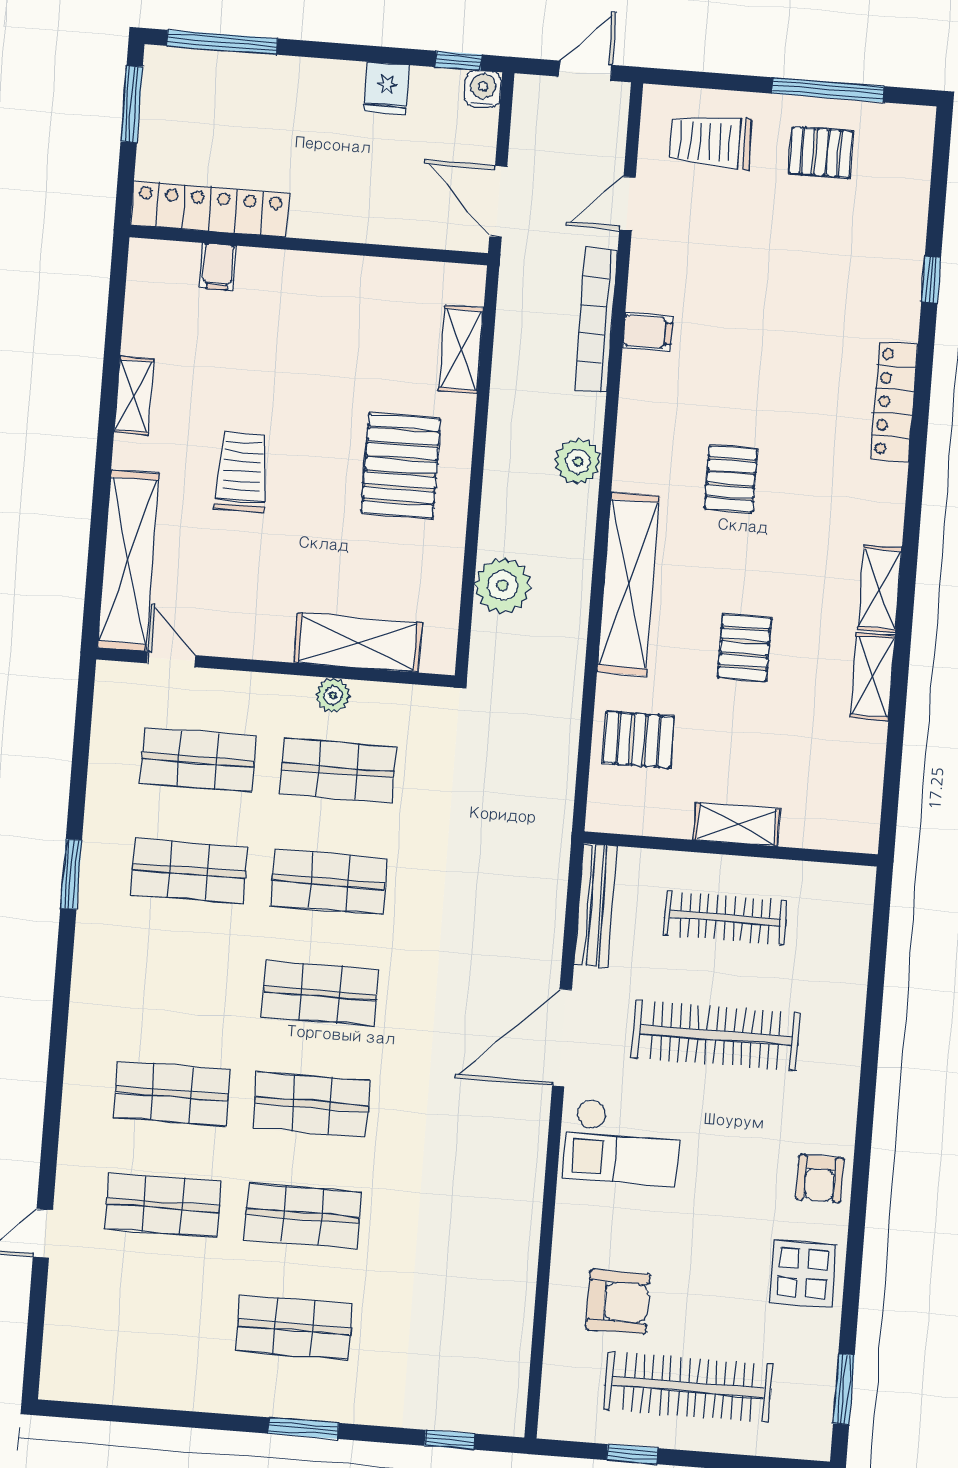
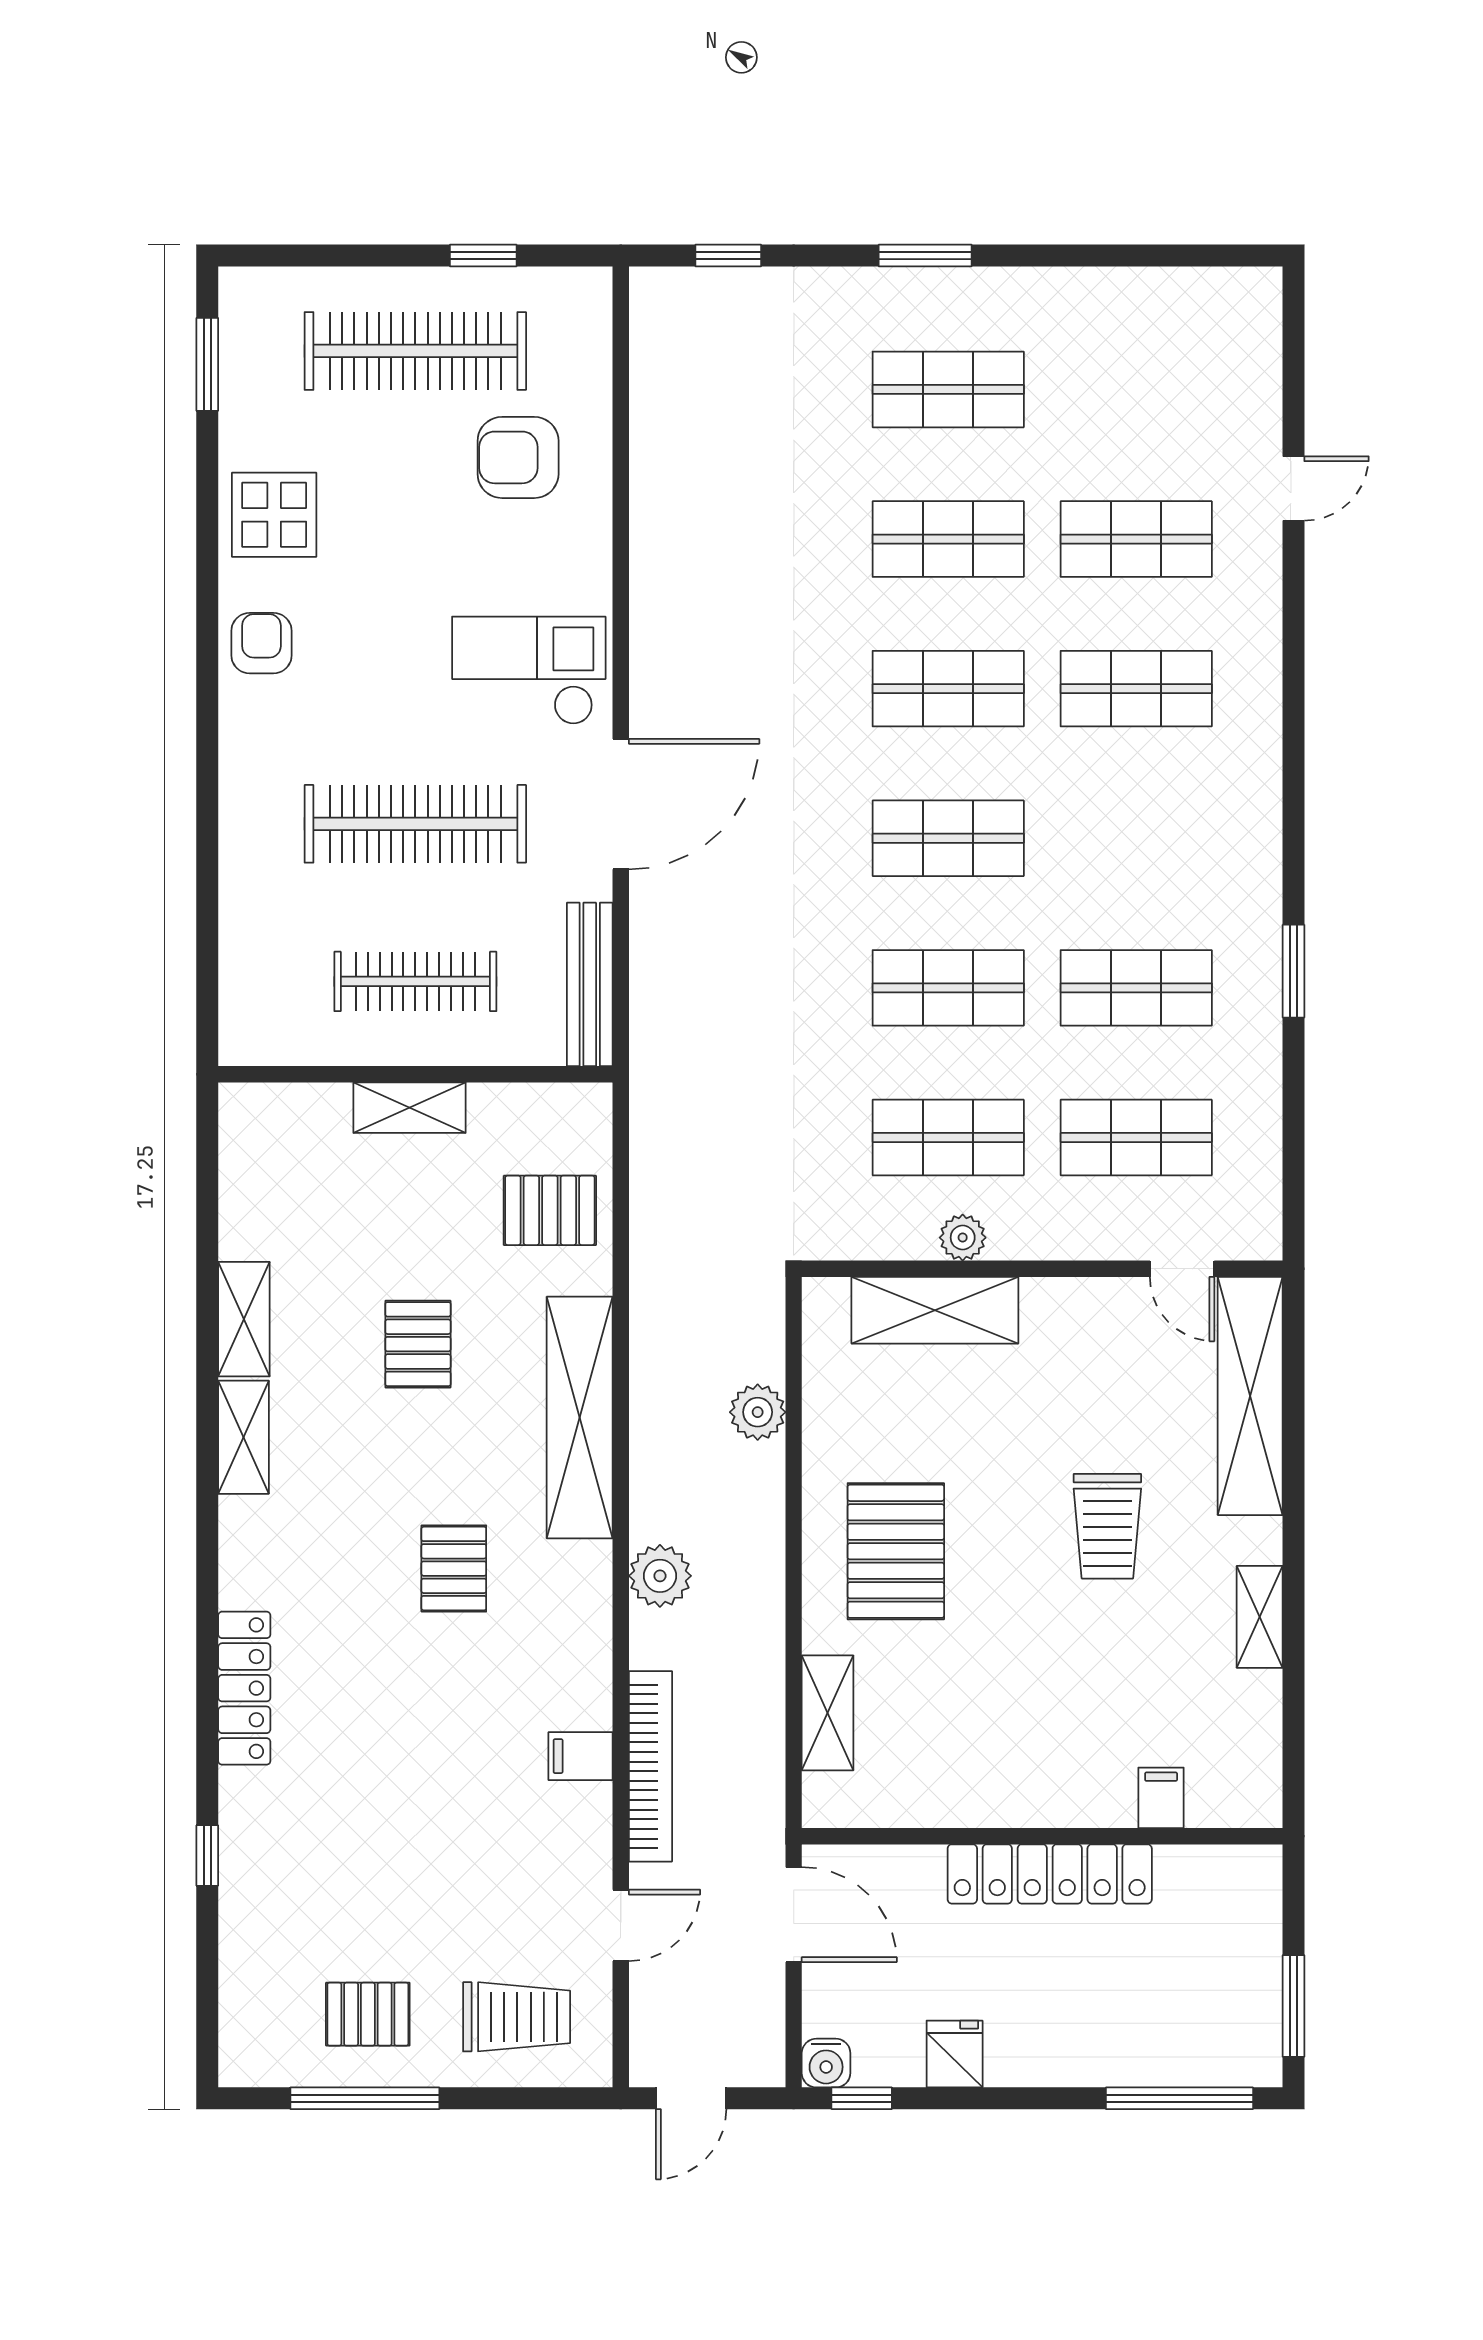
locker: (210, 209) -> (1050, 1874), moved
plant: (503, 586) -> (758, 1412), width x0.73, depth x0.73

